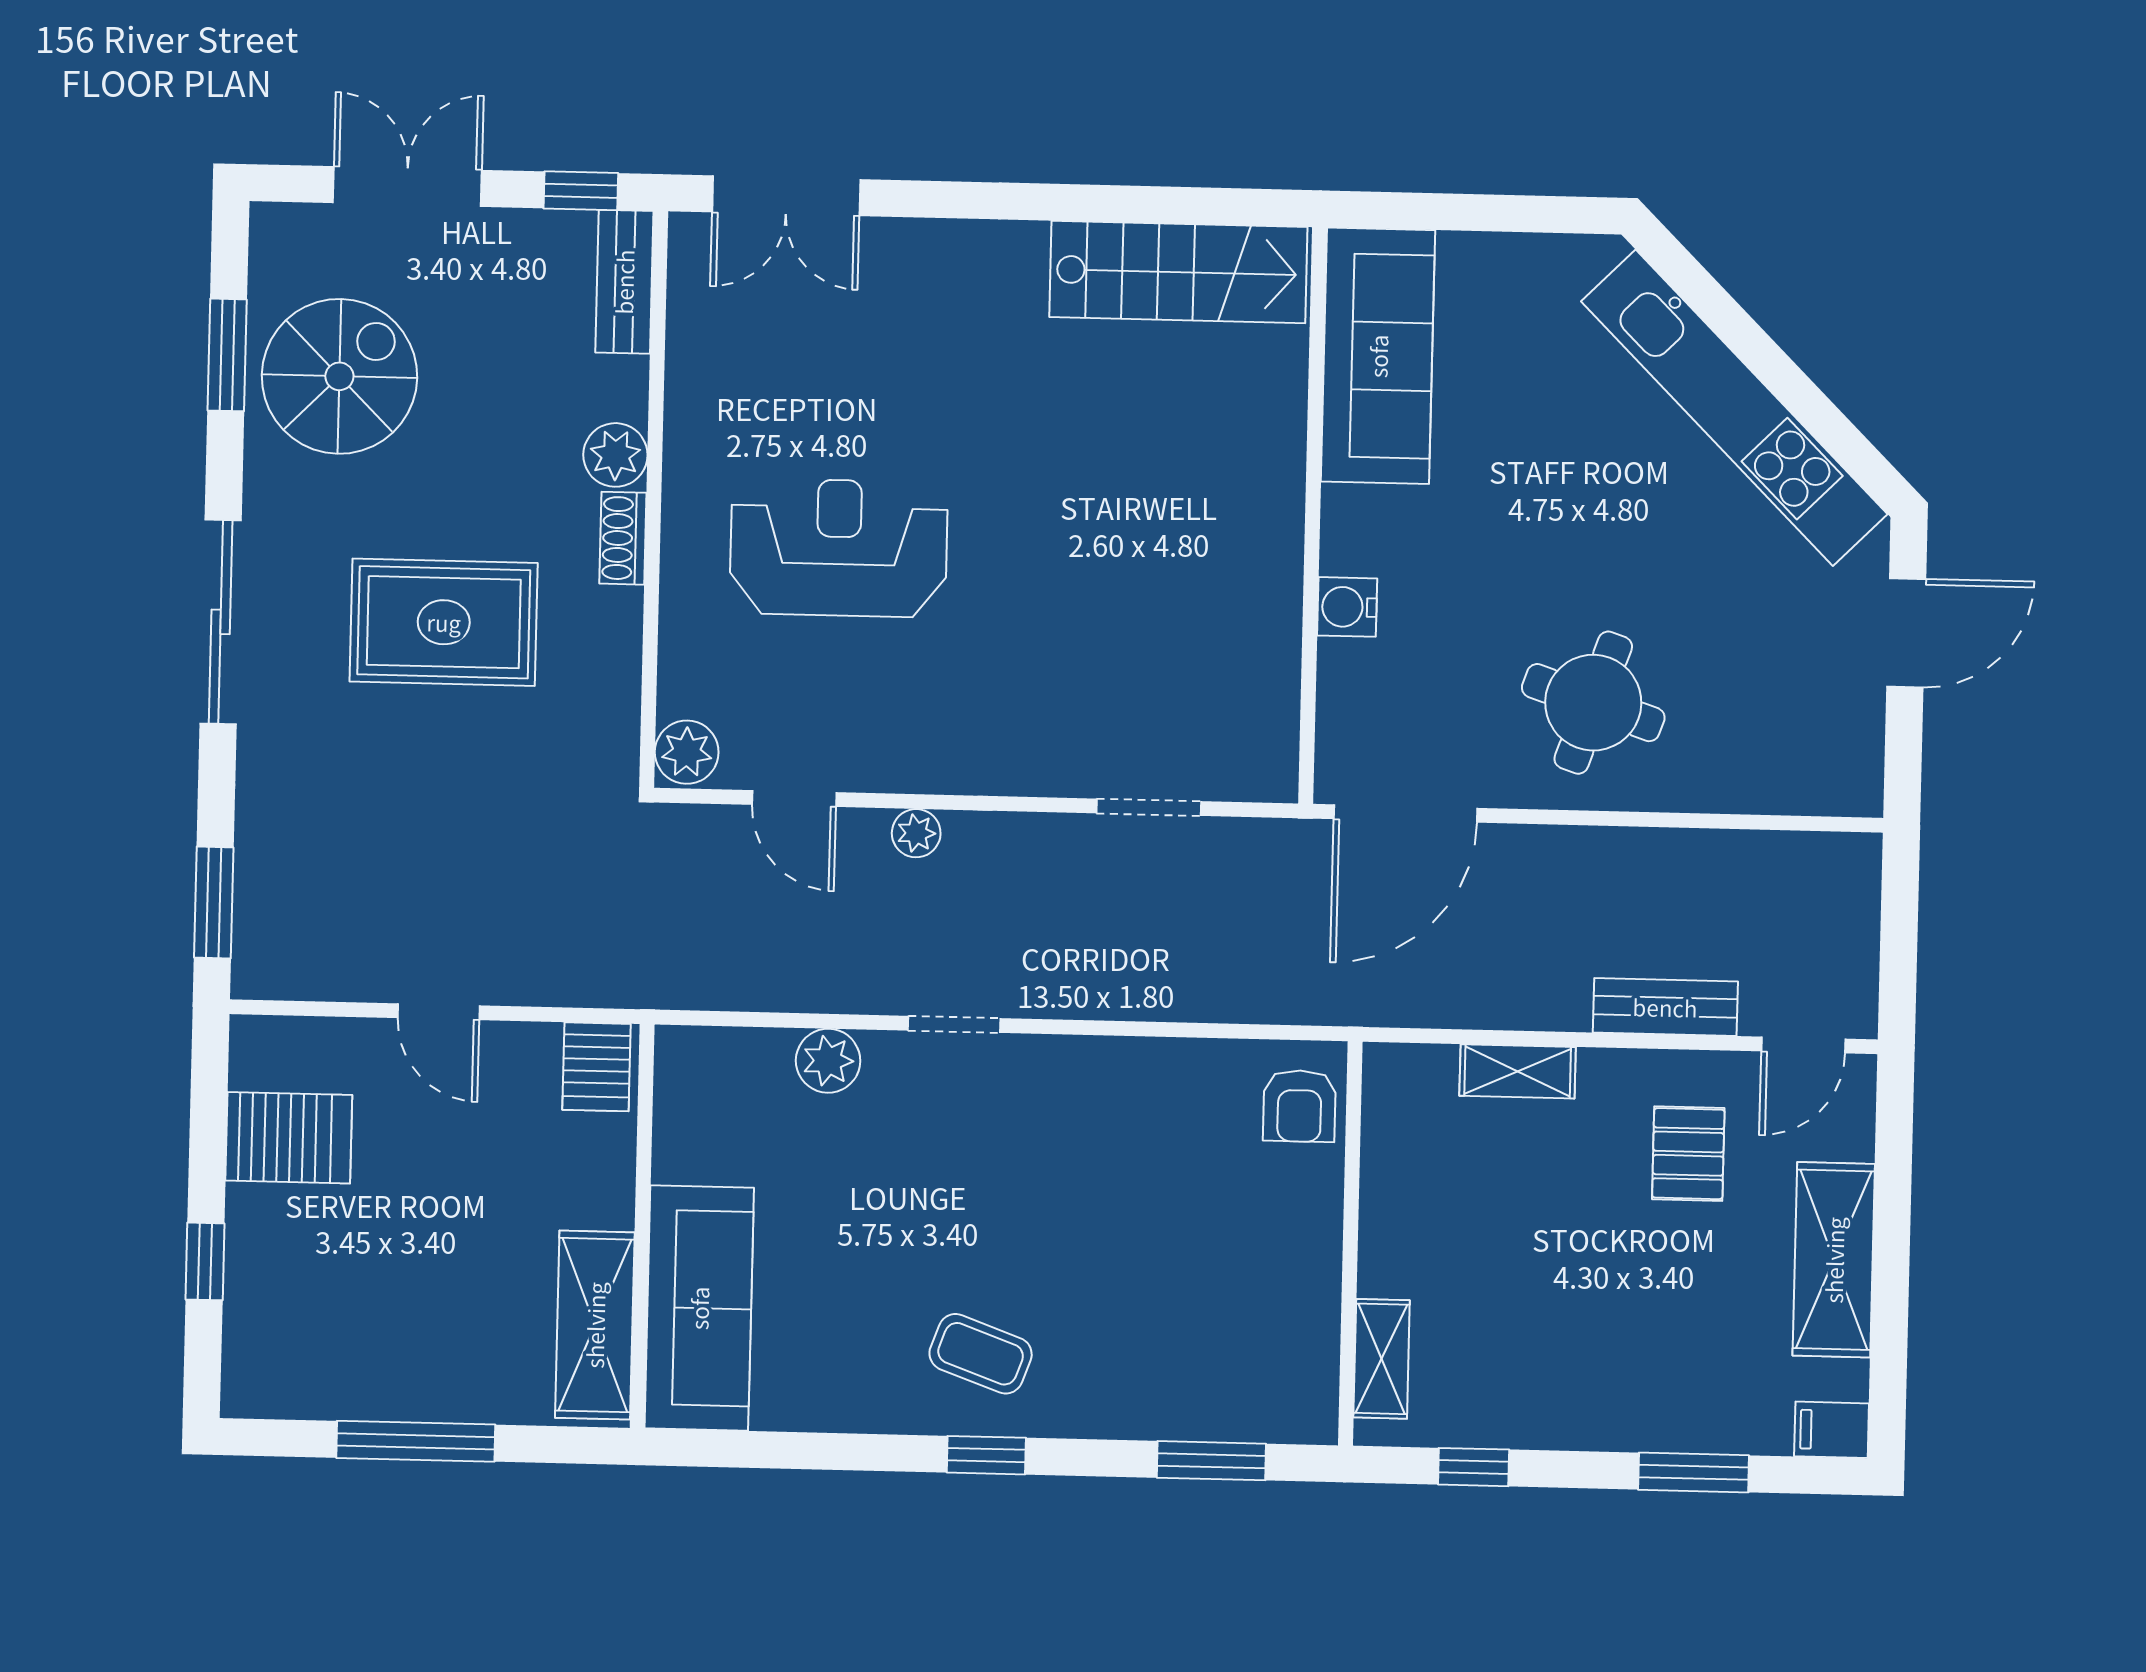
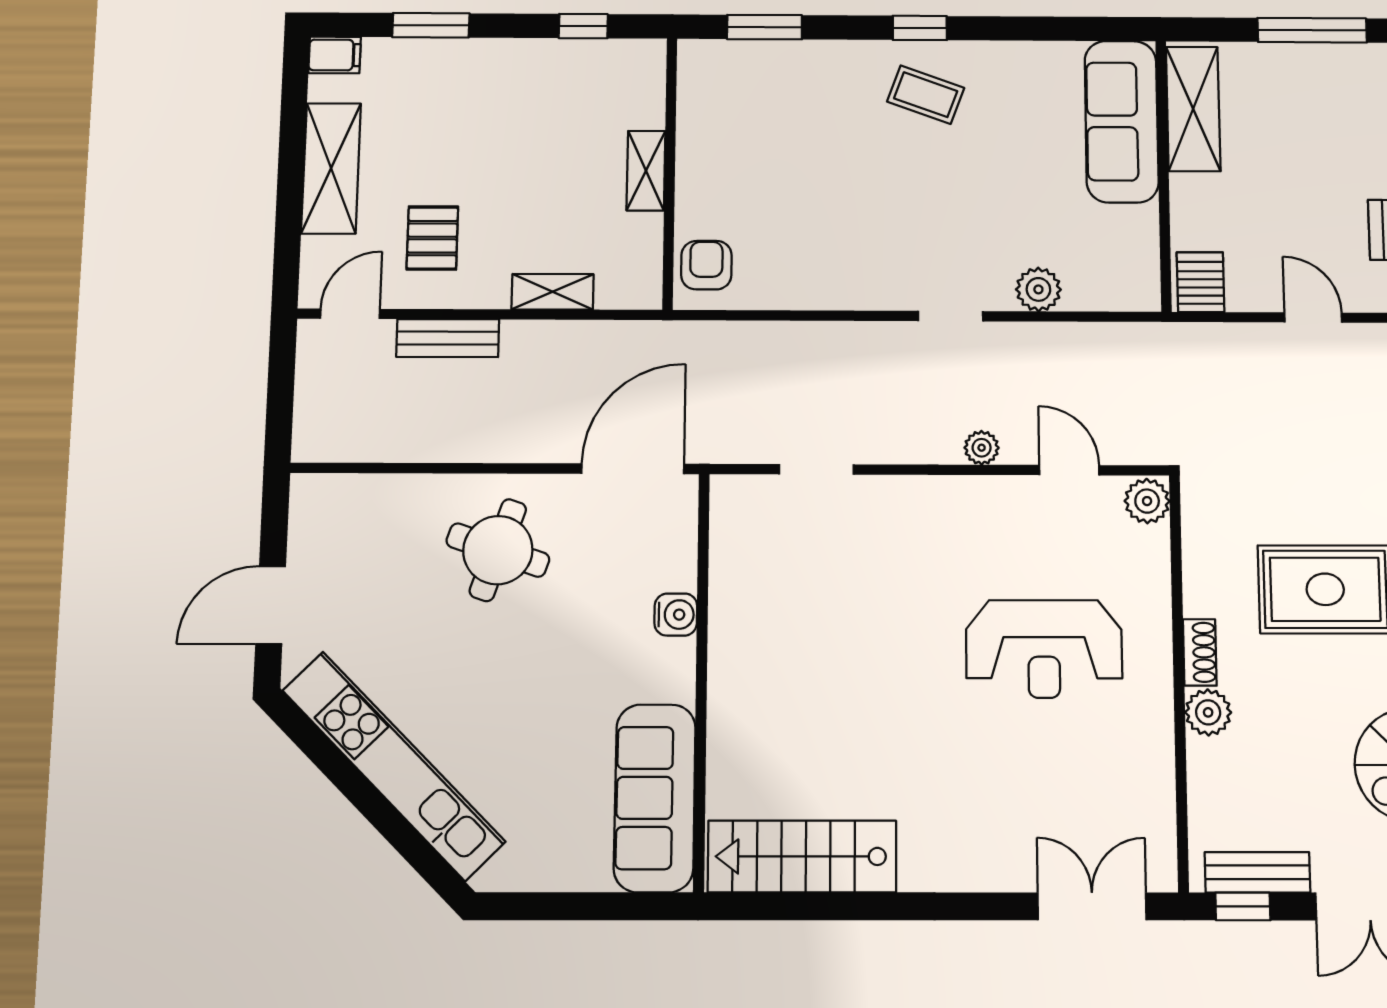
bench: (624, 282) -> (1257, 872), moved, turned 90
shelving: (1382, 1359) -> (646, 171), moved

